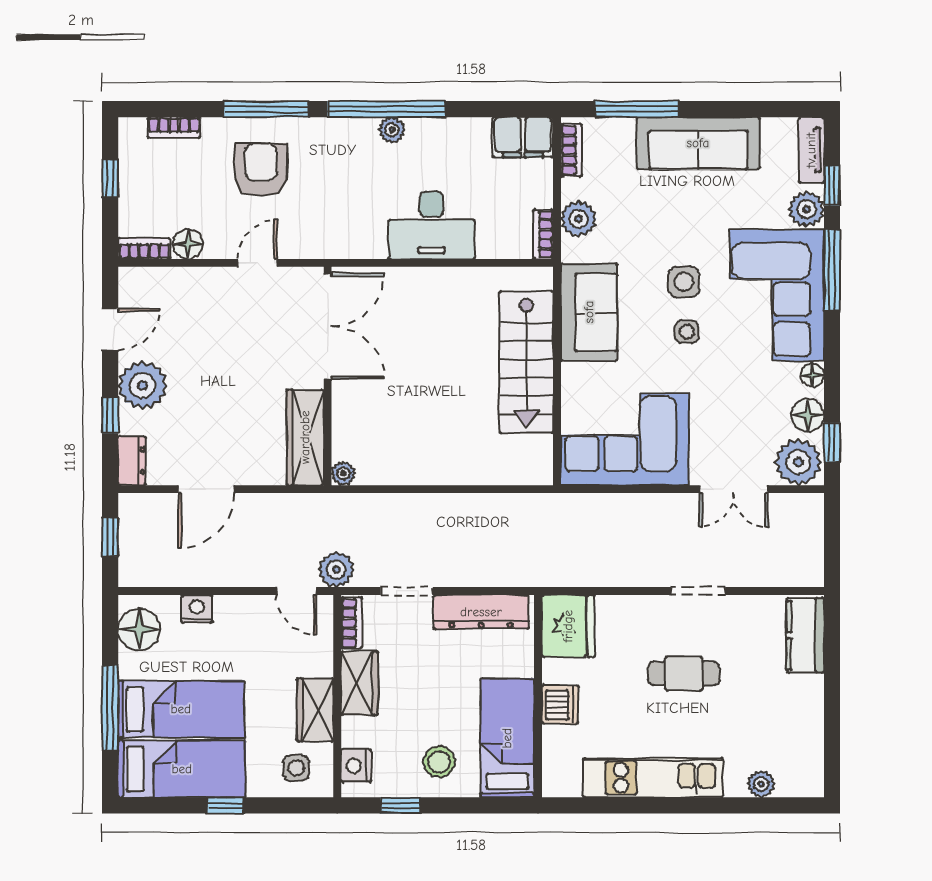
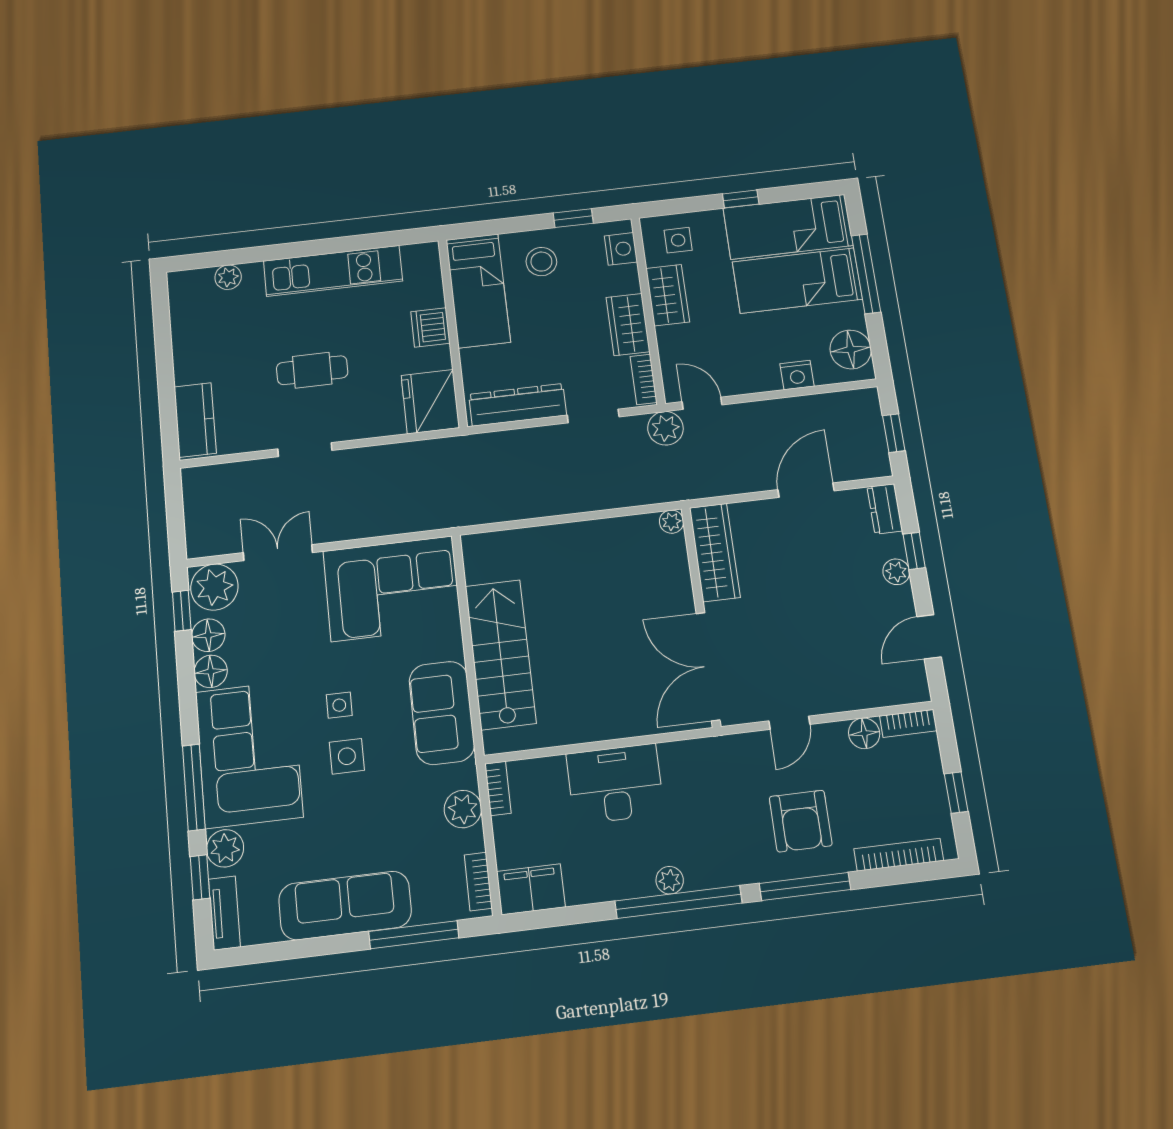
bookcase: (174, 128) -> (899, 855), width x1.56
floor lamp: (812, 375) -> (211, 671), width x1.37, depth x1.37
plant: (142, 385) -> (896, 572), width x0.53, depth x0.53

